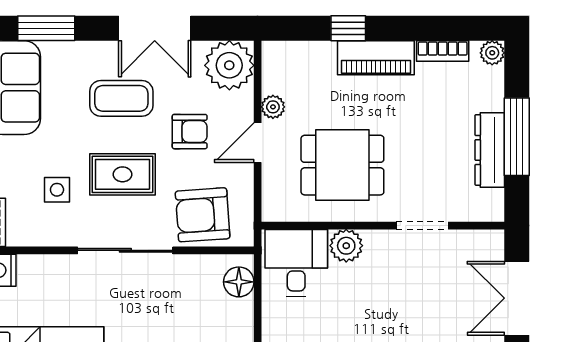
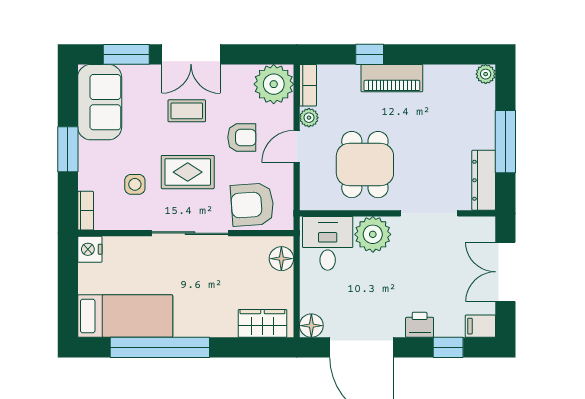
double door: (155, 28) -> (191, 54), moved
bookcase: (443, 51) -> (308, 85), moved, turned -90
coffee table: (121, 98) -> (187, 111), width x0.73, depth x0.77
dresser: (490, 150) -> (484, 180), moved
dining table: (342, 165) -> (365, 165), turned 90
doorway: (422, 226) -> (429, 213), width x1.38
plant: (346, 246) -> (373, 234), width x1.36, depth x1.36

